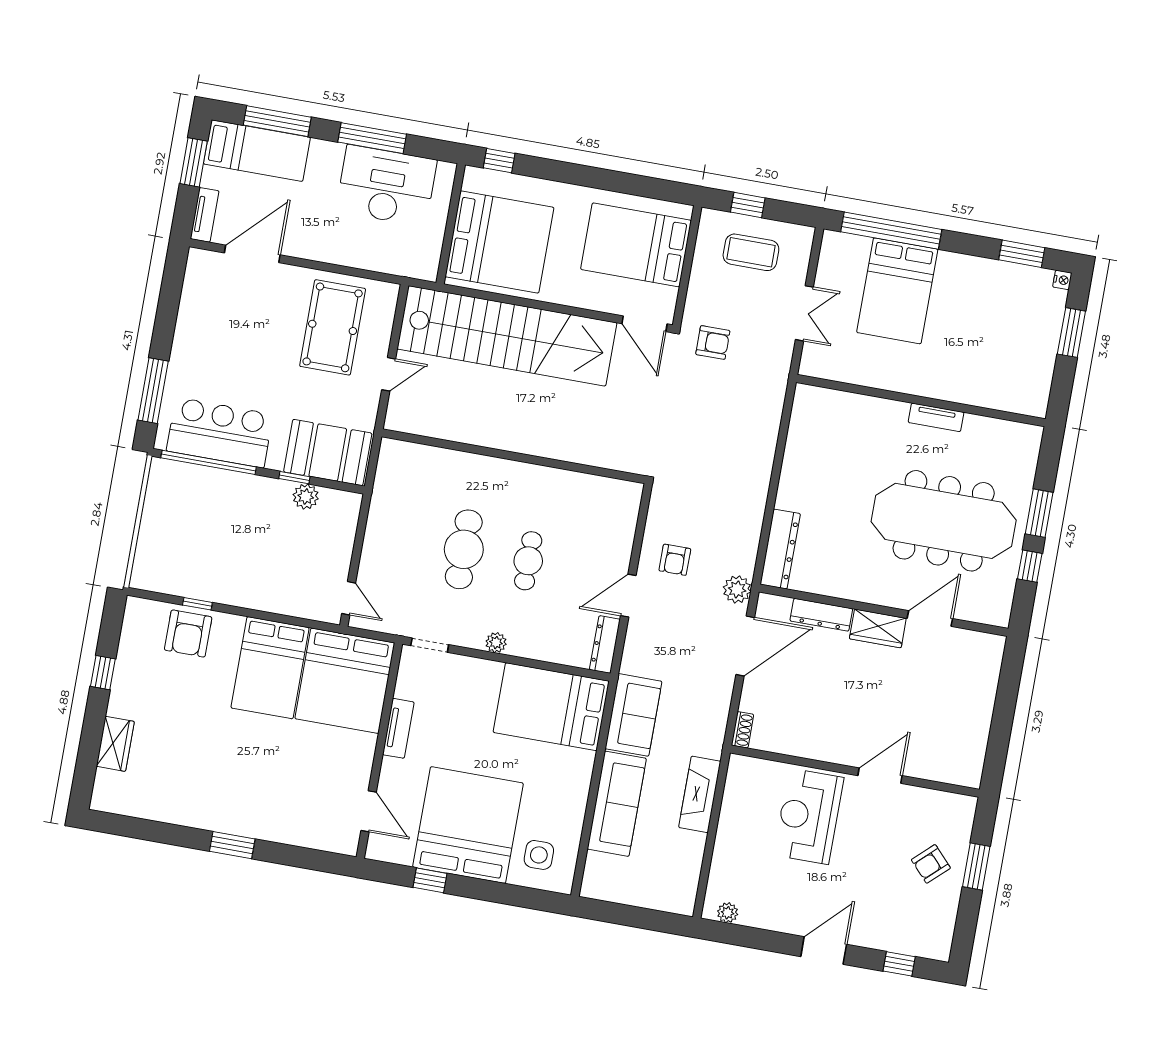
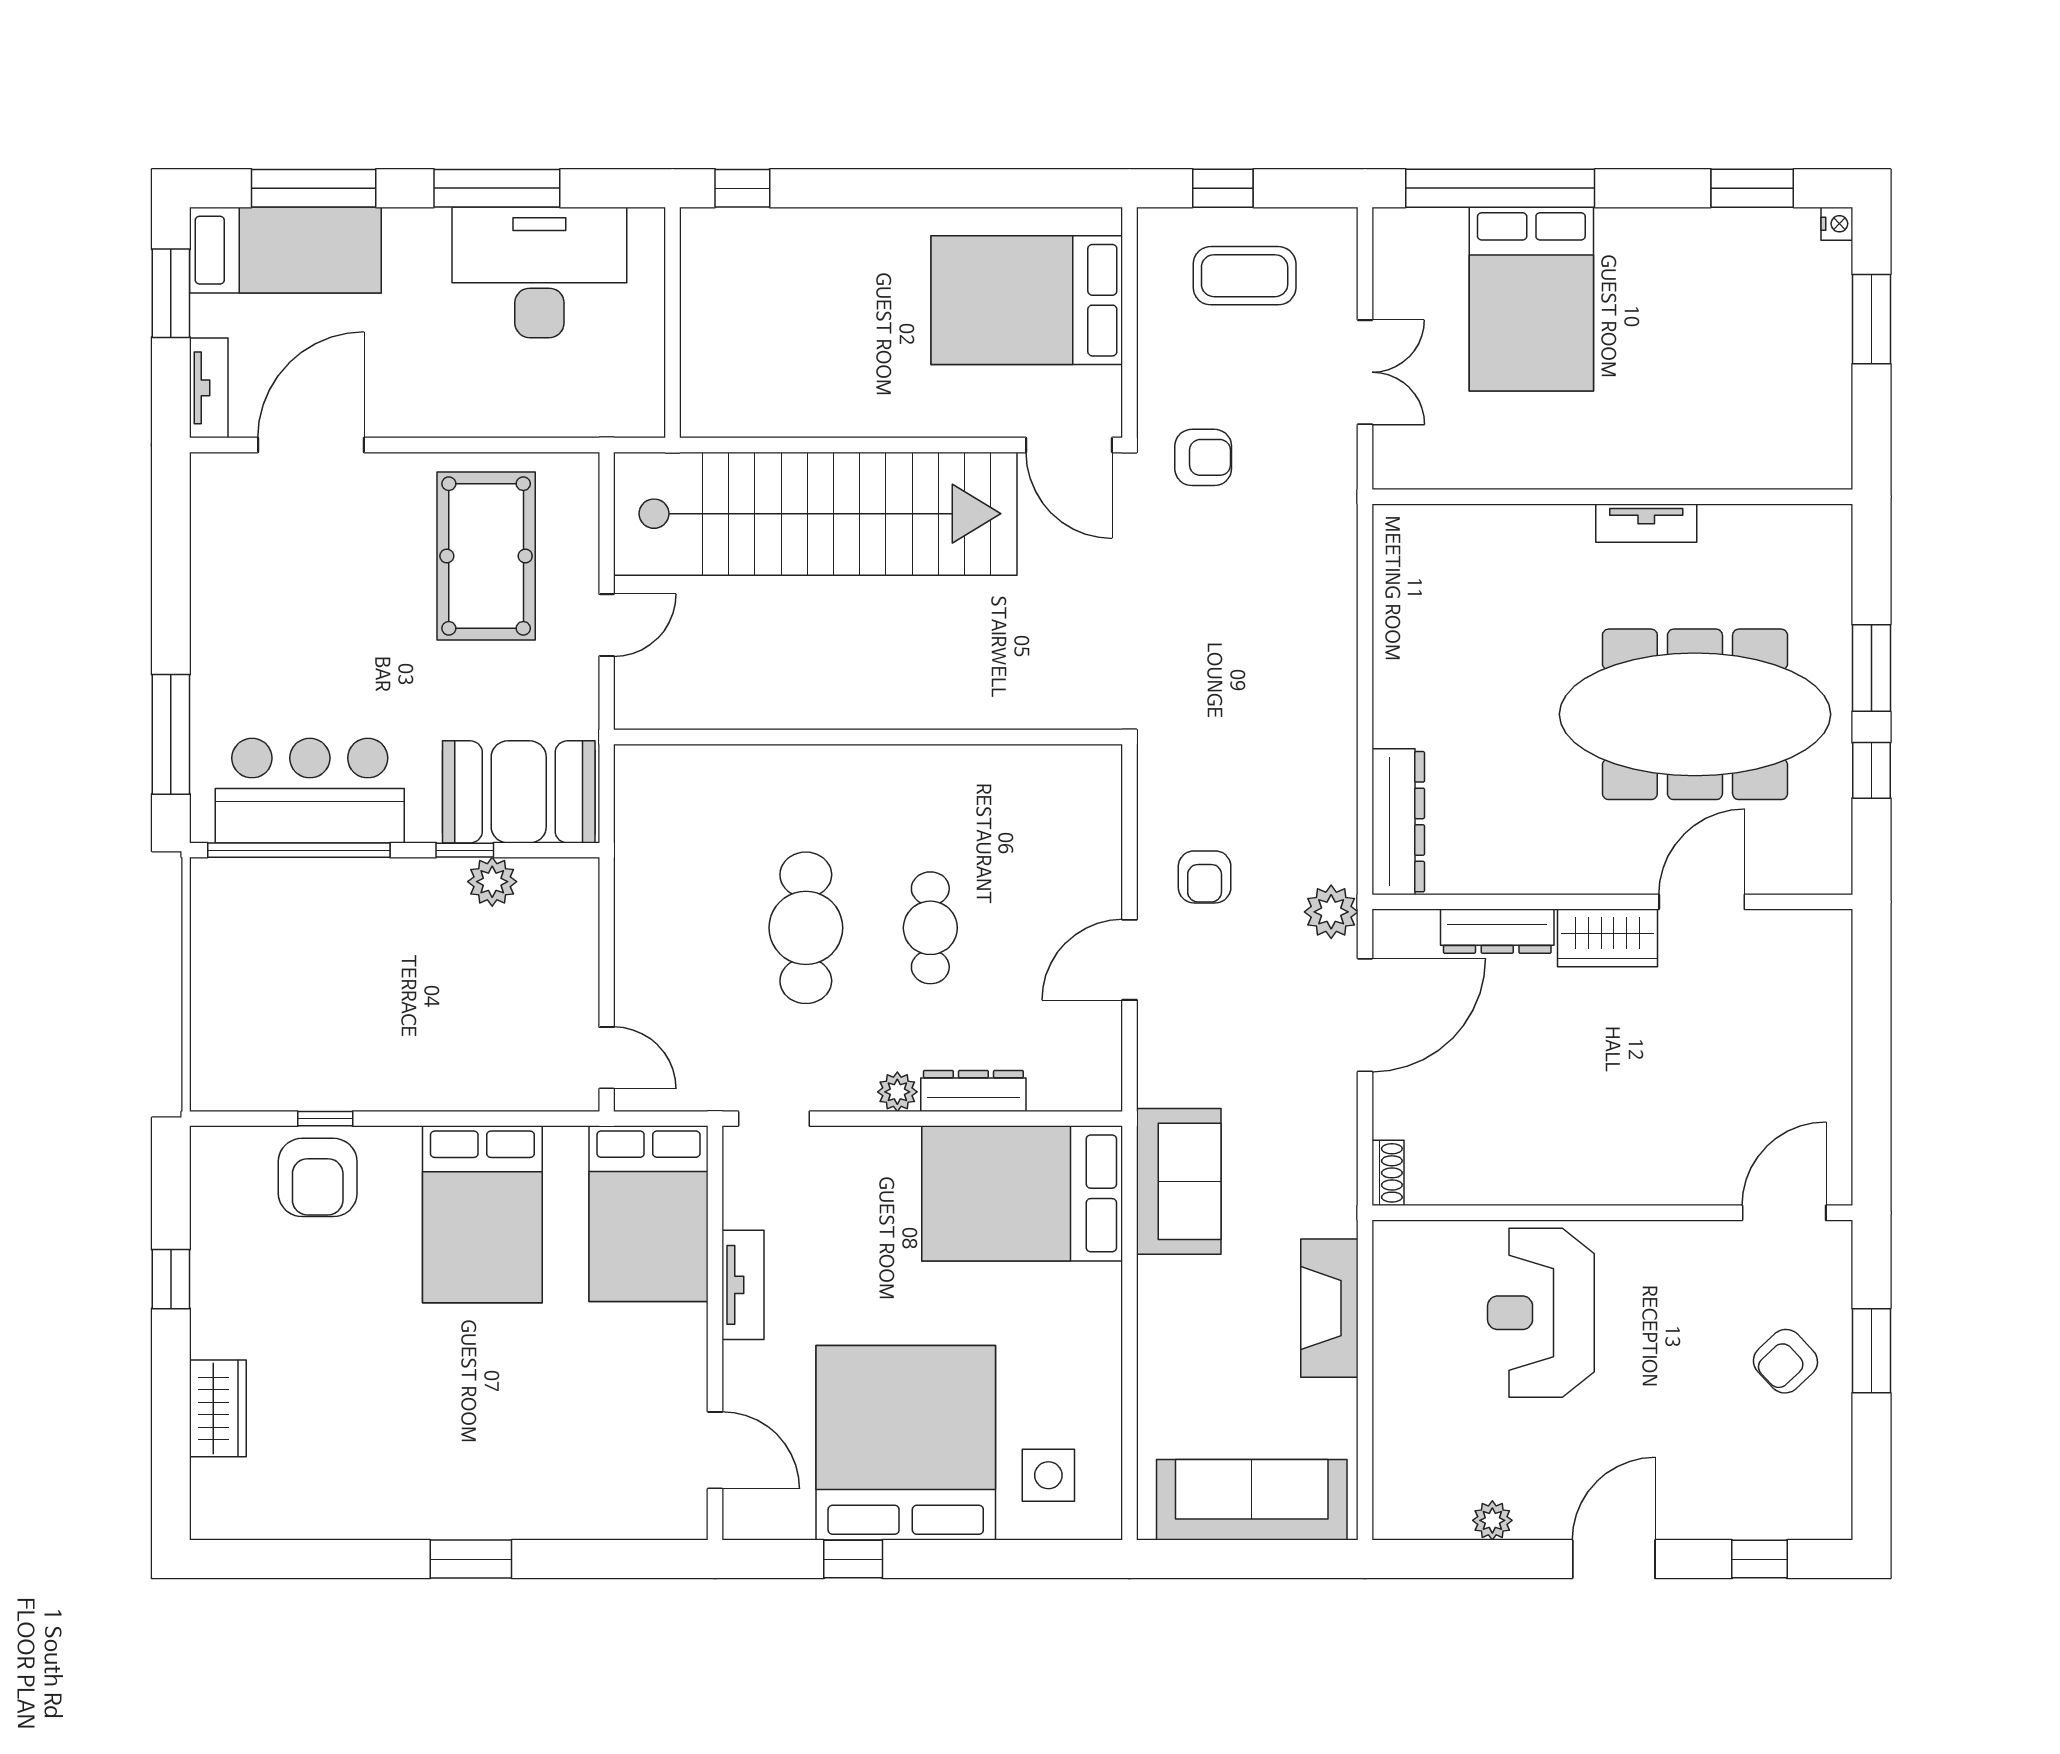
bed: (499, 242) -> (770, 340), removed
dresser: (605, 644) -> (973, 1091), moved, turned 90
bed: (345, 681) -> (648, 1214), width x0.73
door: (880, 776) -> (1784, 1213), moved
sofa: (617, 804) -> (1252, 1500), moved, turned -90
plant: (728, 913) -> (1492, 1520), moved

